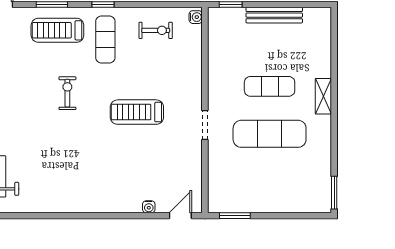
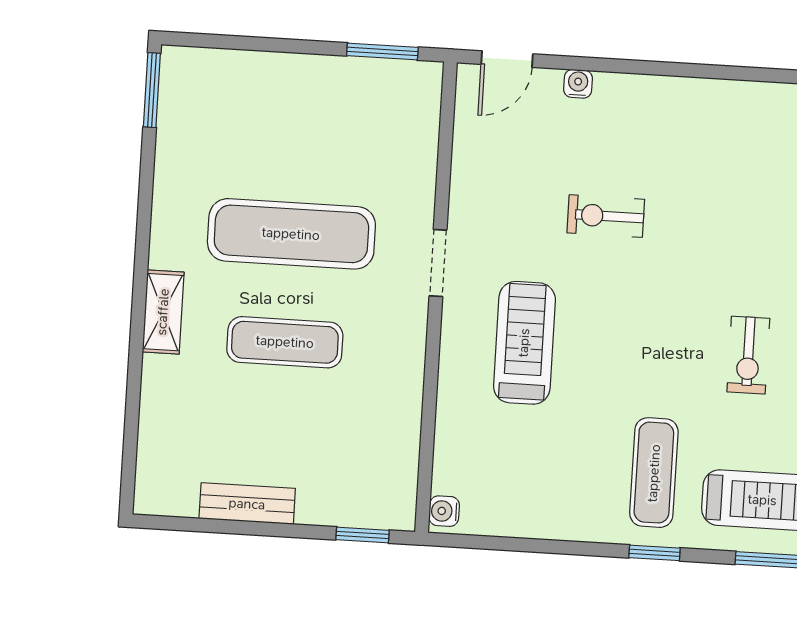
bench: (274, 15) -> (247, 504), width x0.73
exercise bike: (156, 30) -> (606, 216), moved
treadmill: (137, 112) -> (524, 343), moved, turned -90

